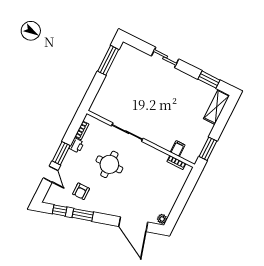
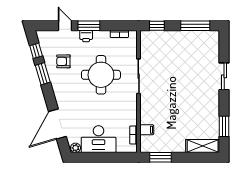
window: (91, 94) -> (157, 26), added
printer: (76, 145) -> (86, 36), moved
round table: (109, 164) -> (101, 75), width x1.36, depth x1.36
door: (51, 174) -> (65, 26), swing flipped
desk: (165, 195) -> (99, 139), added

